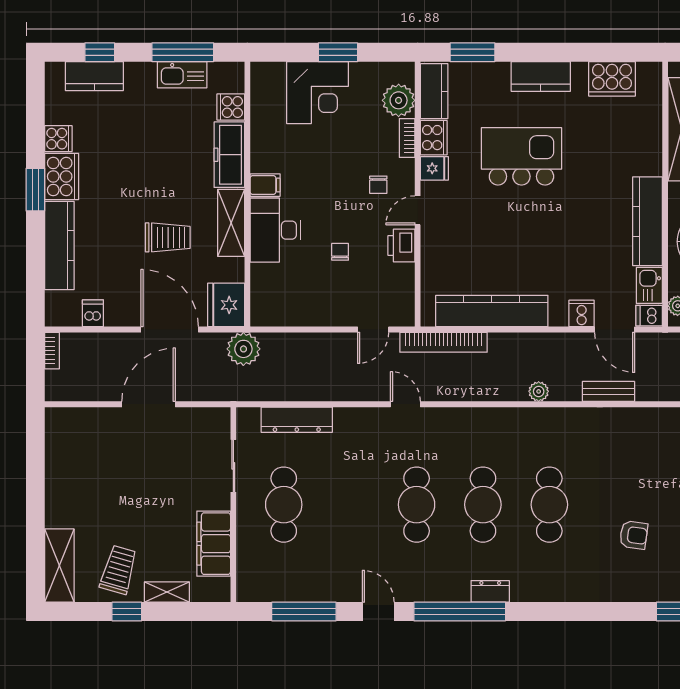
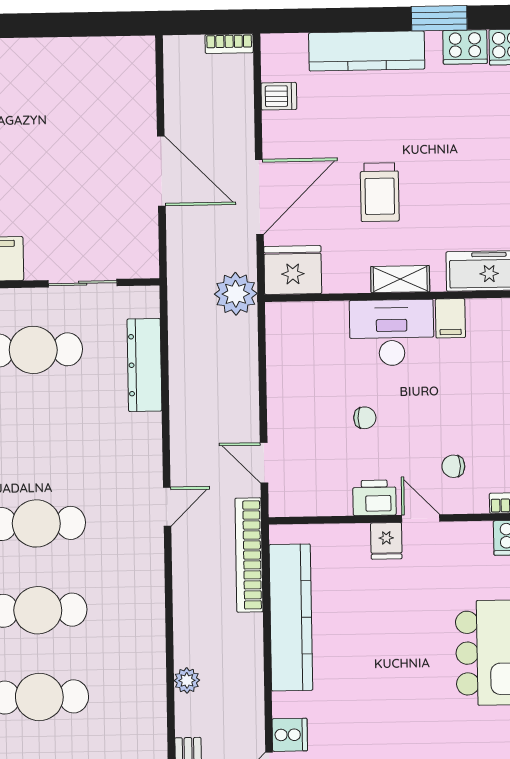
fridge: (434, 168) -> (386, 541), moved
cooker: (62, 176) -> (465, 47), width x0.73, depth x0.76
shelving: (231, 223) -> (400, 279), width x0.67, depth x0.75

